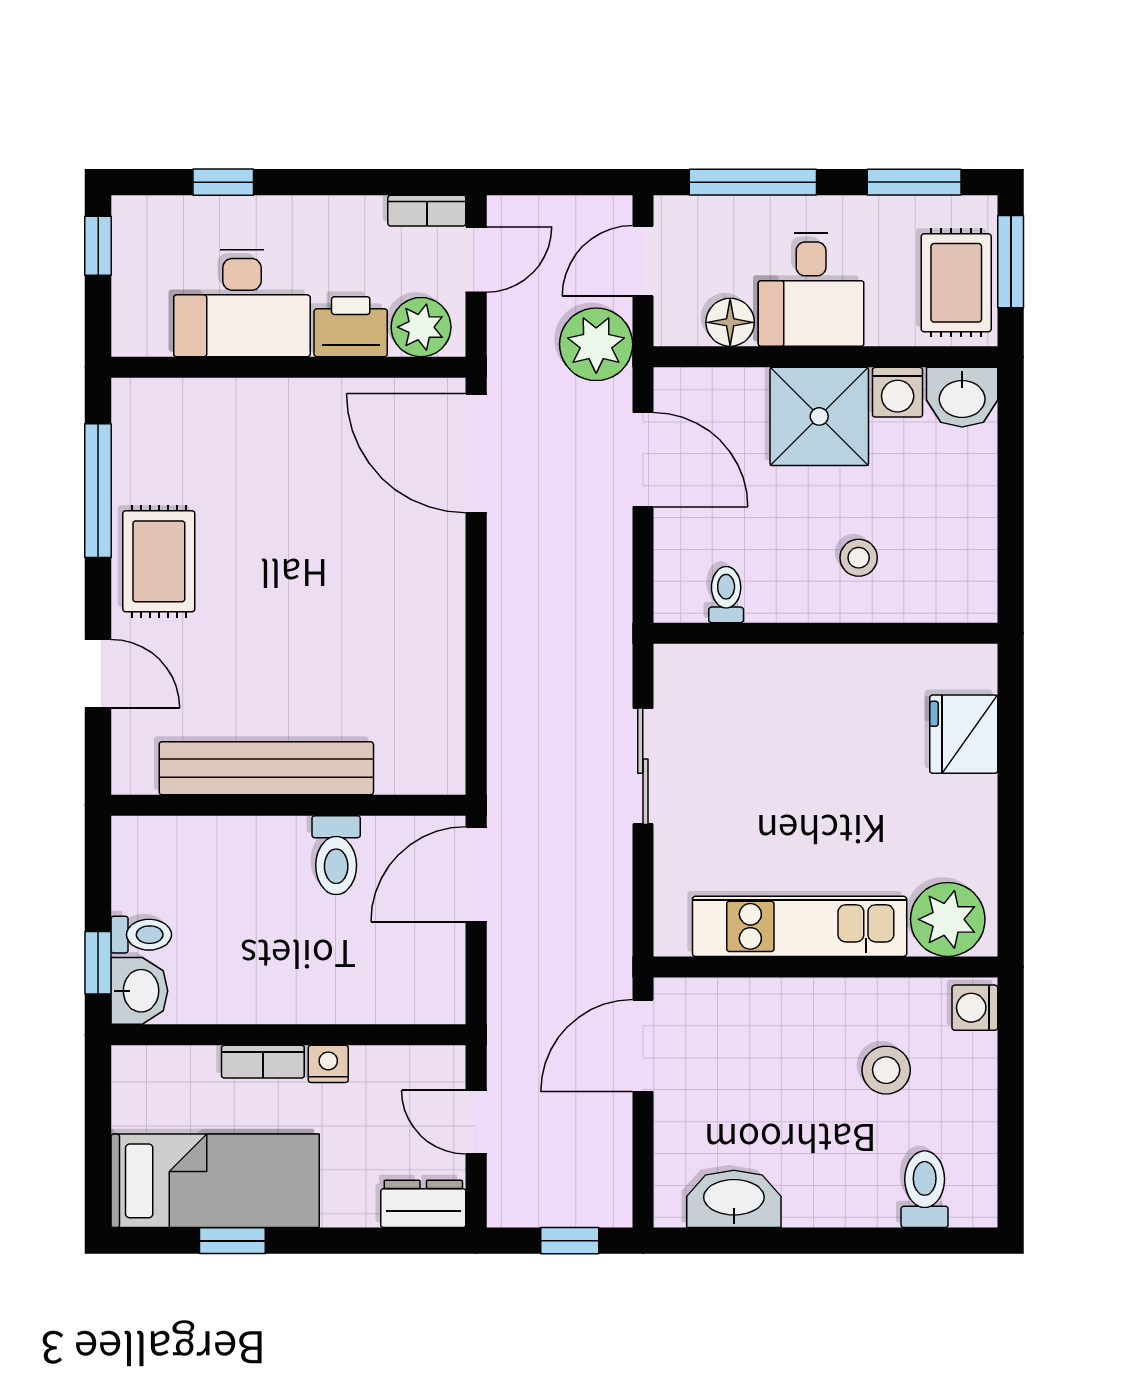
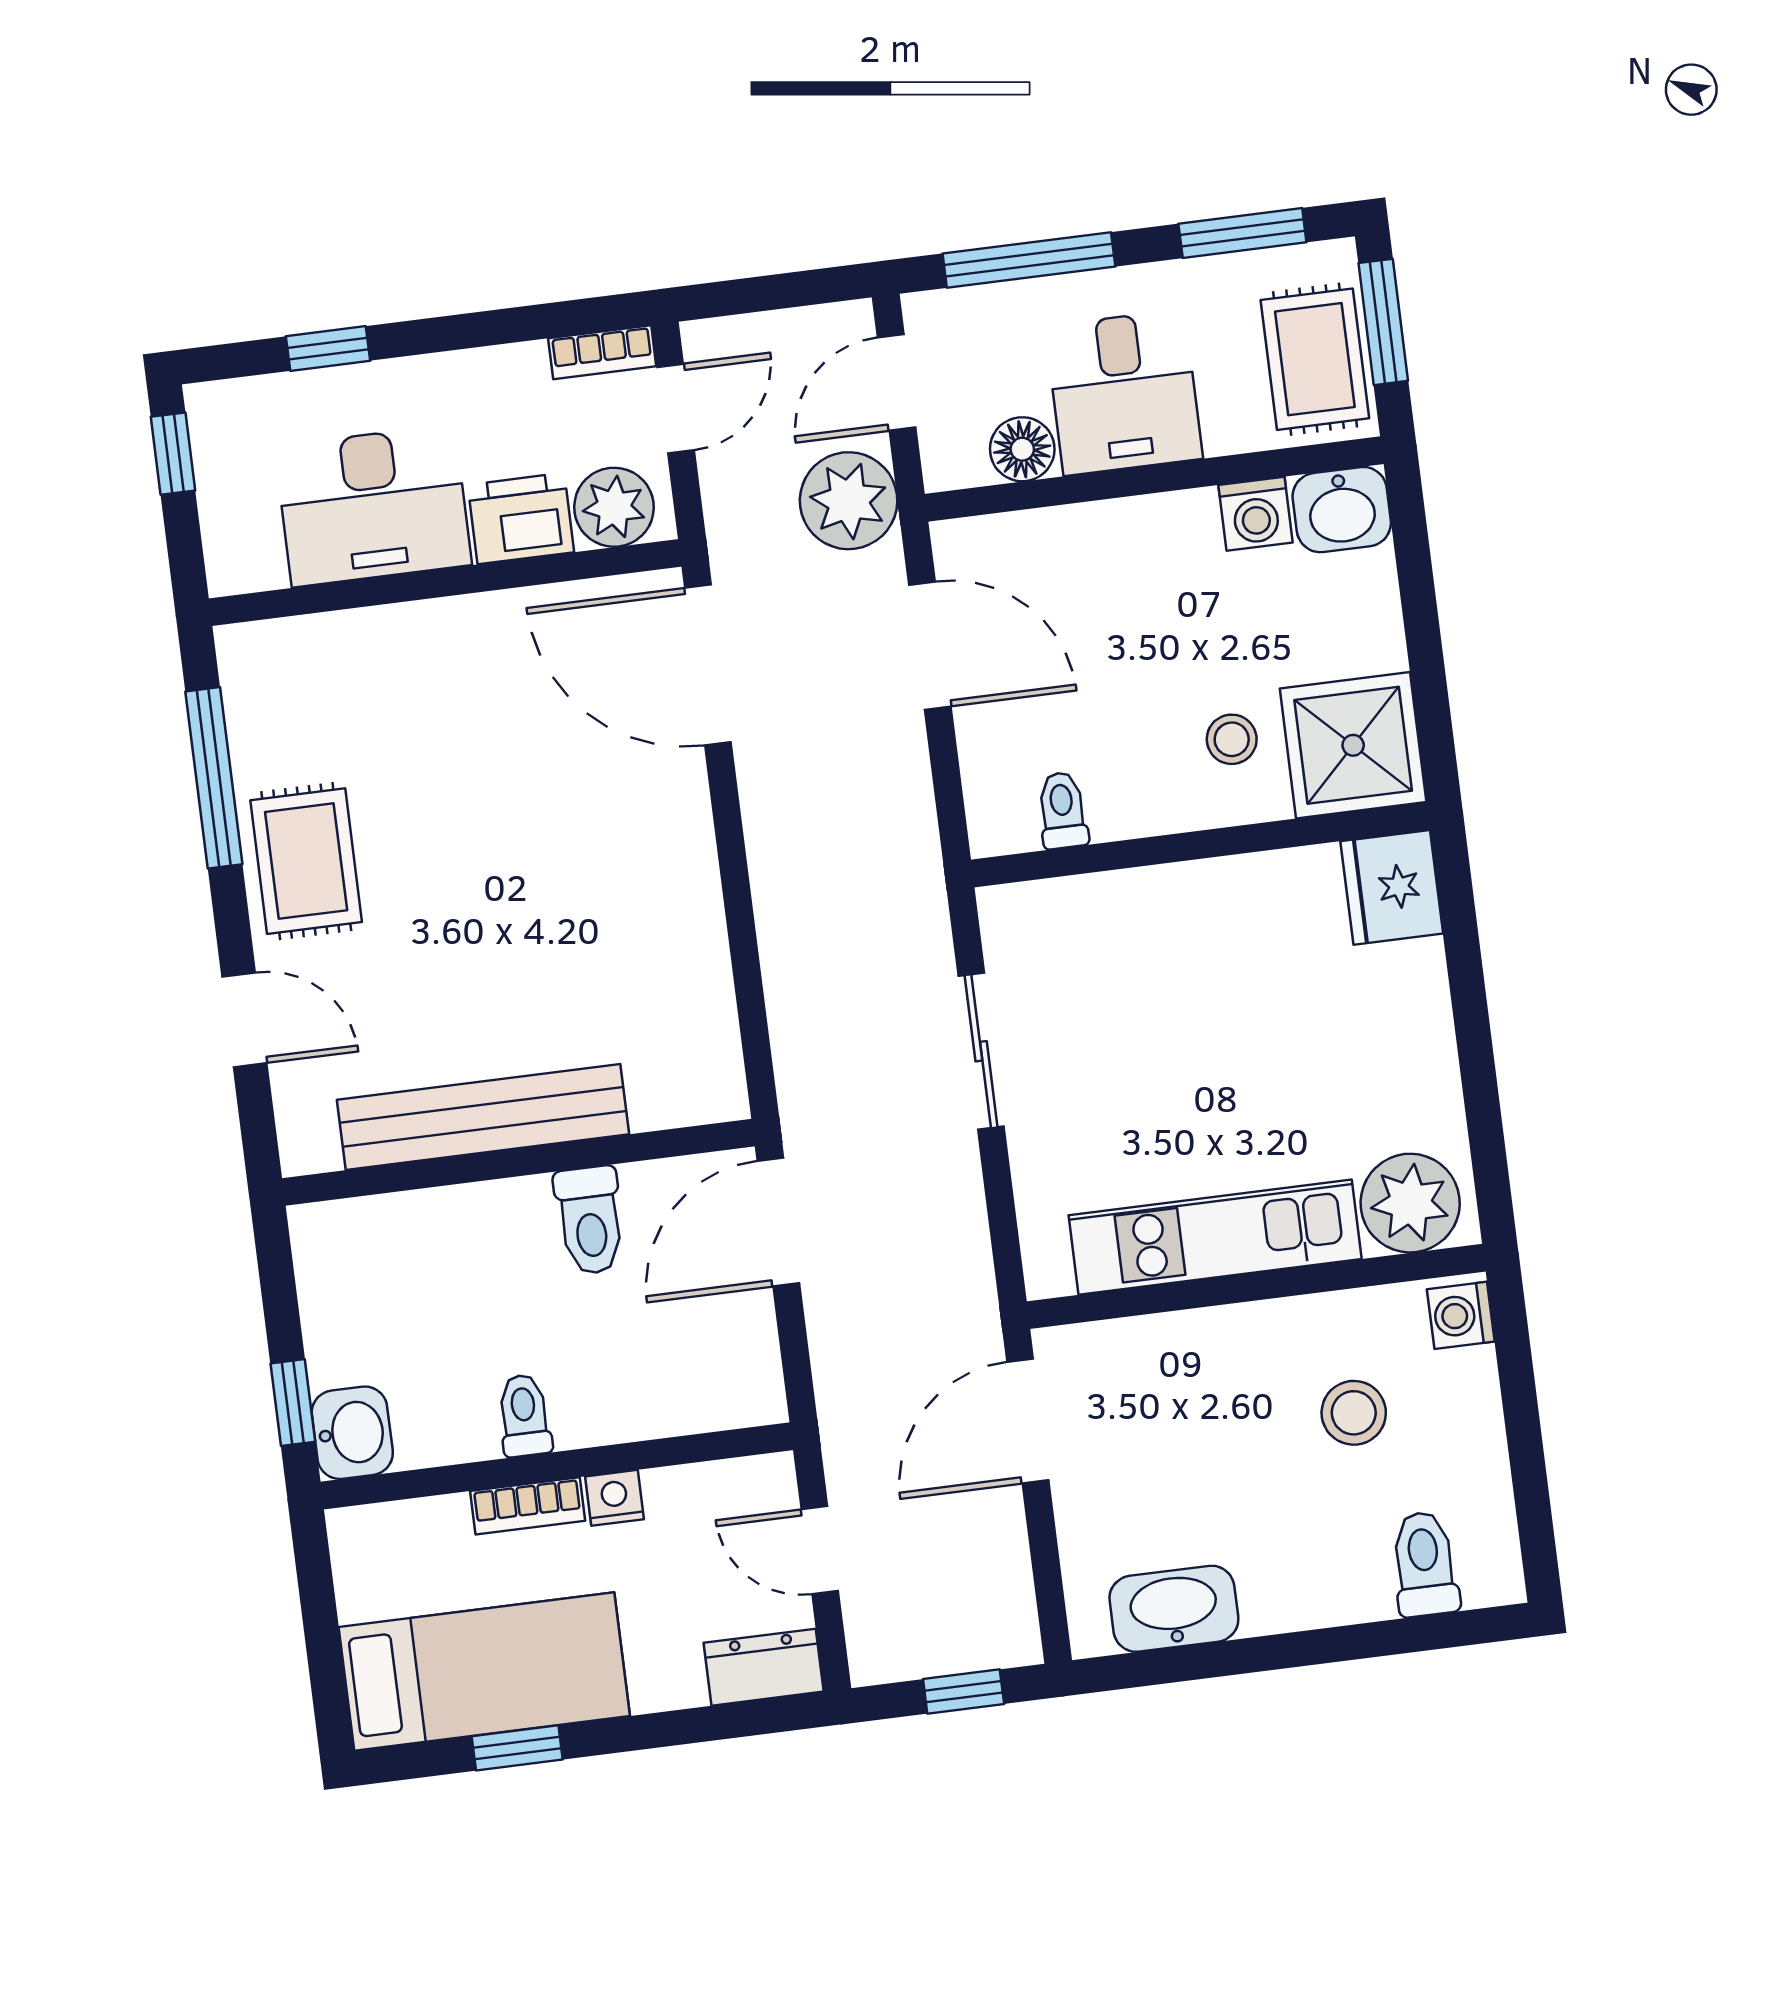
shower: (819, 416) -> (1353, 745), moved
fridge: (964, 734) -> (1392, 887), moved
toilet: (141, 935) -> (524, 1415), moved, turned -90

